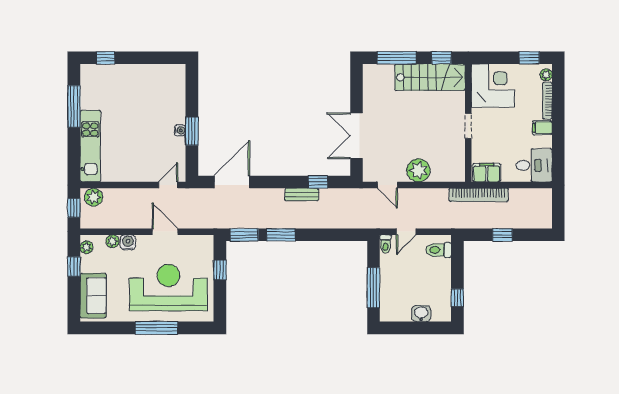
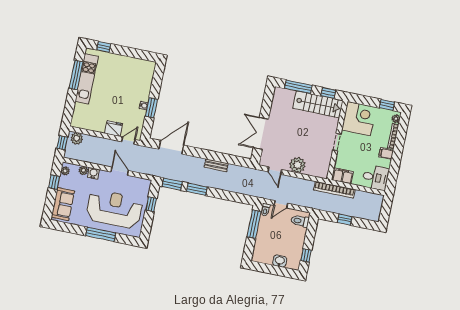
kitchen unit: (90, 146) -> (87, 79), moved
fridge: (144, 172) -> (114, 129), added
window: (318, 182) -> (229, 159), removed
window: (374, 288) -> (254, 224), moved

